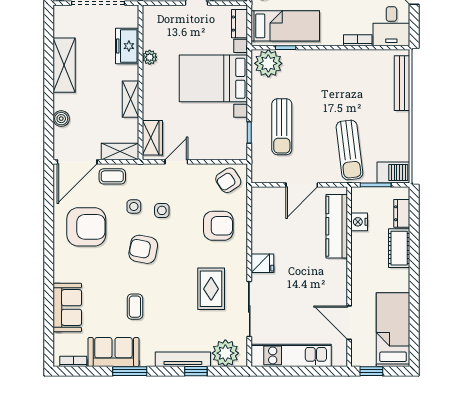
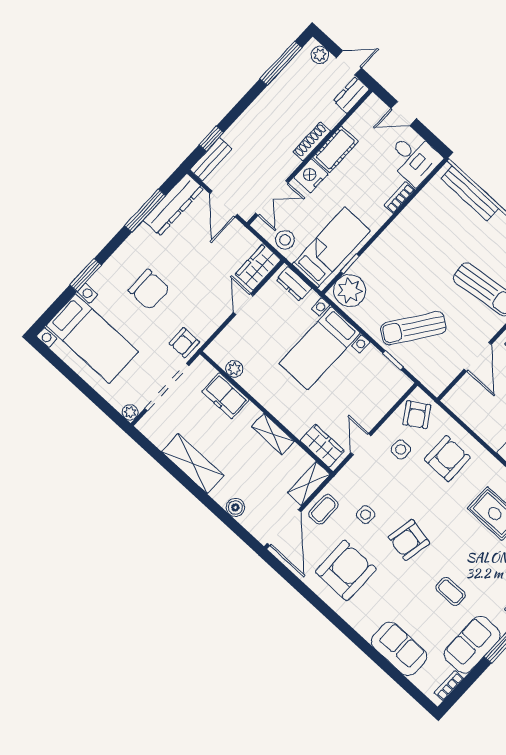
plant: (150, 57) -> (234, 369), moved
bed with nightstands: (213, 78) -> (320, 348), width x0.73
sun lounger: (282, 127) -> (413, 328), turned 125
side table: (162, 210) -> (401, 449), moved

